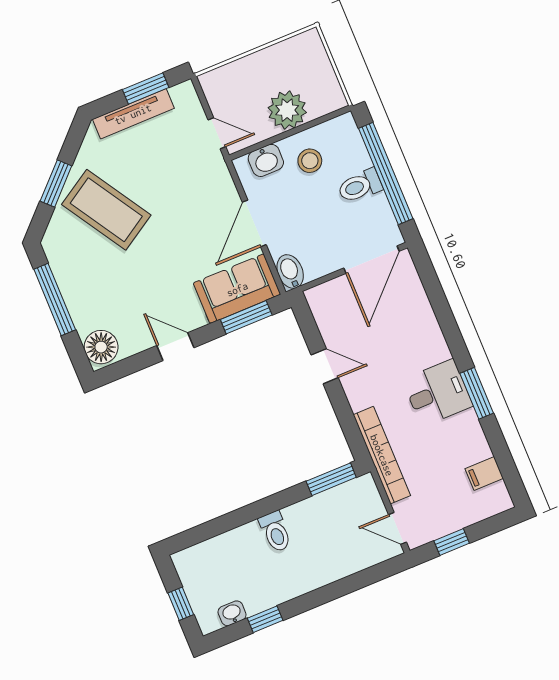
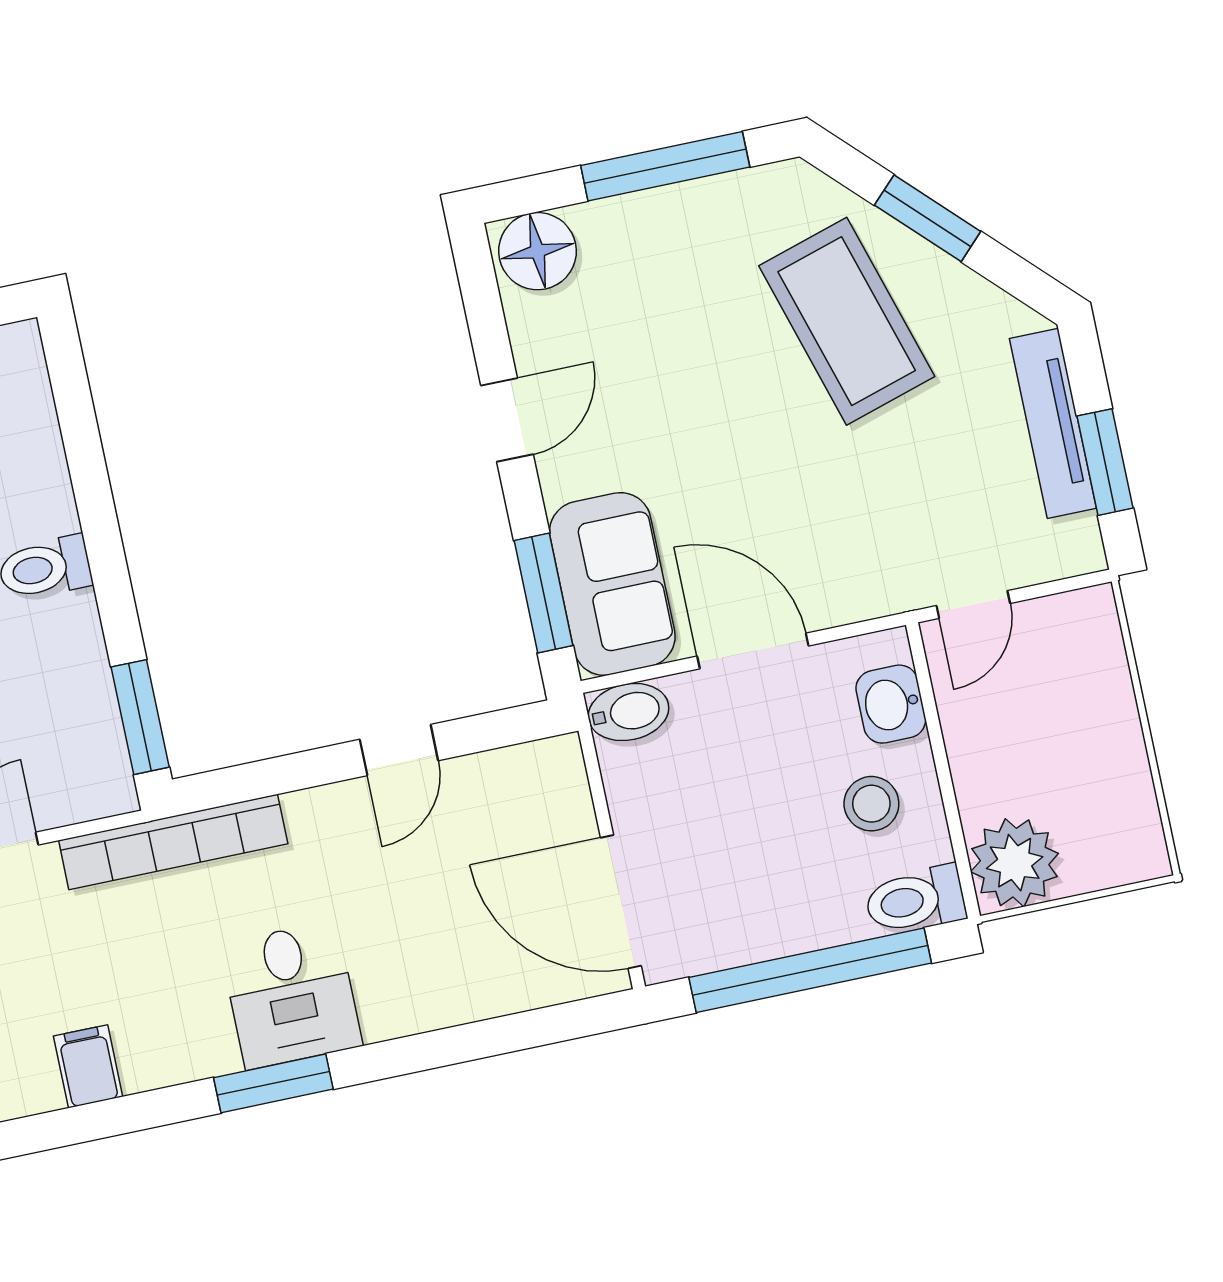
plant: (287, 110) -> (1015, 863), moved
toilet: (360, 186) -> (915, 900), moved, turned -90
coffee table: (106, 210) -> (847, 321), turned -75

